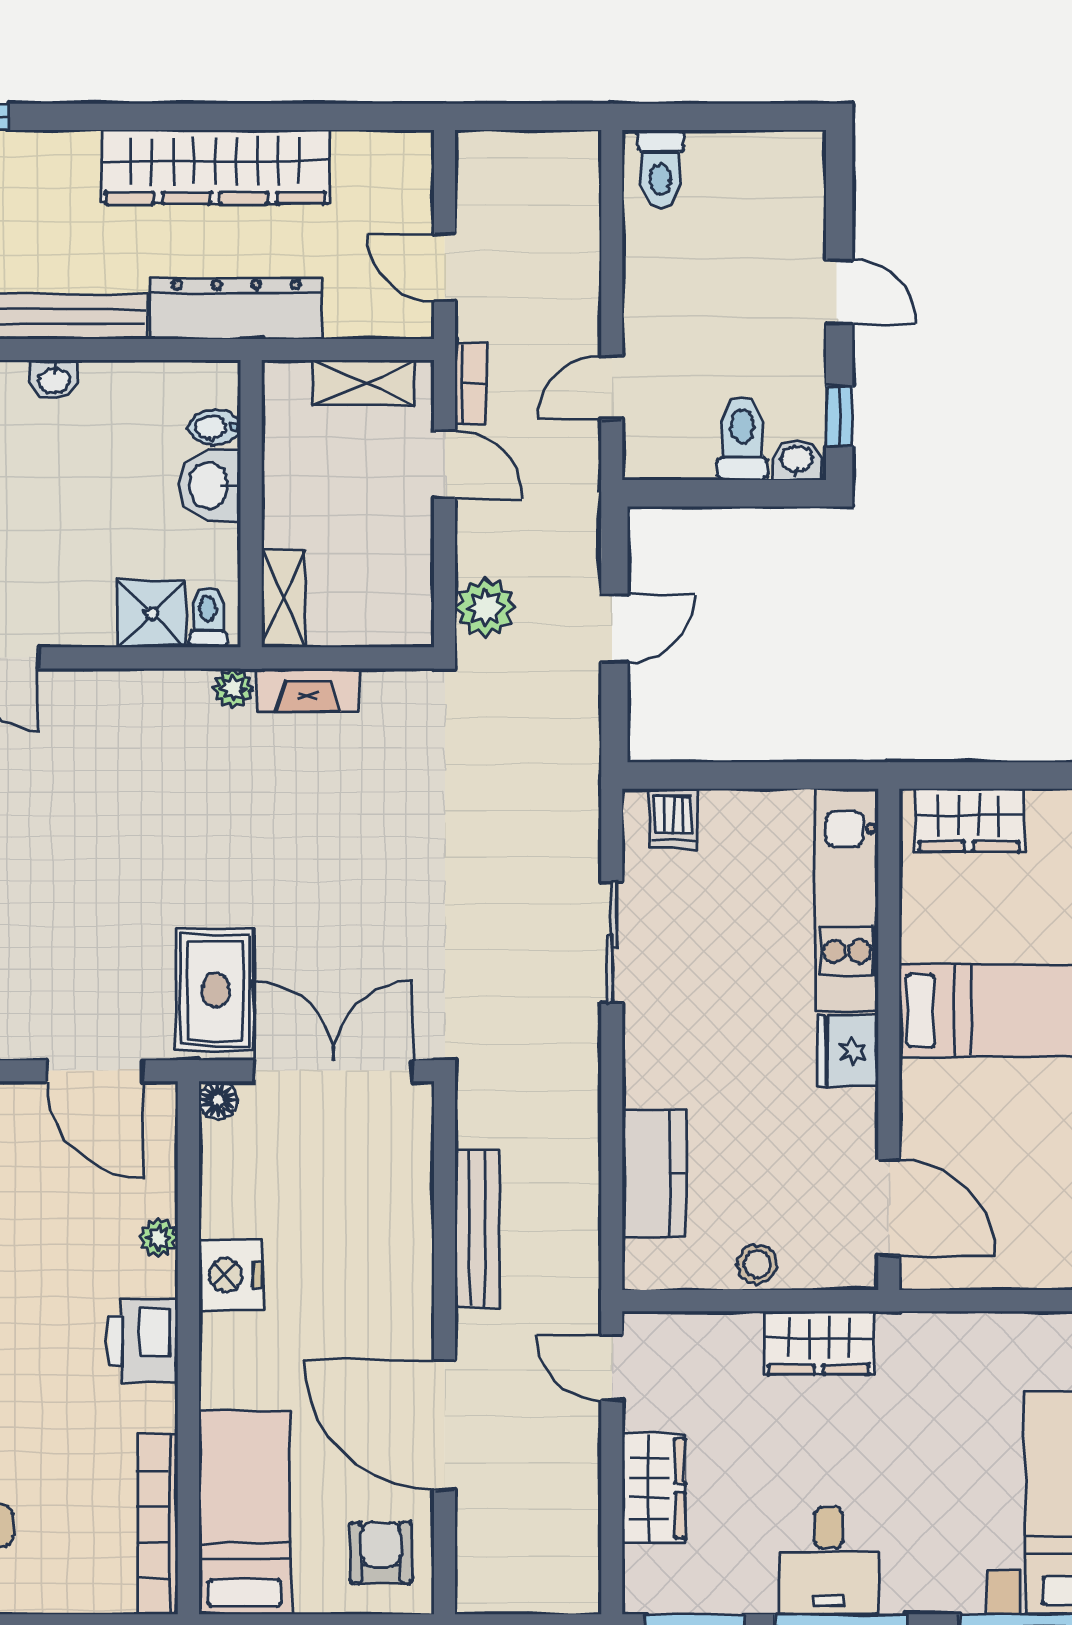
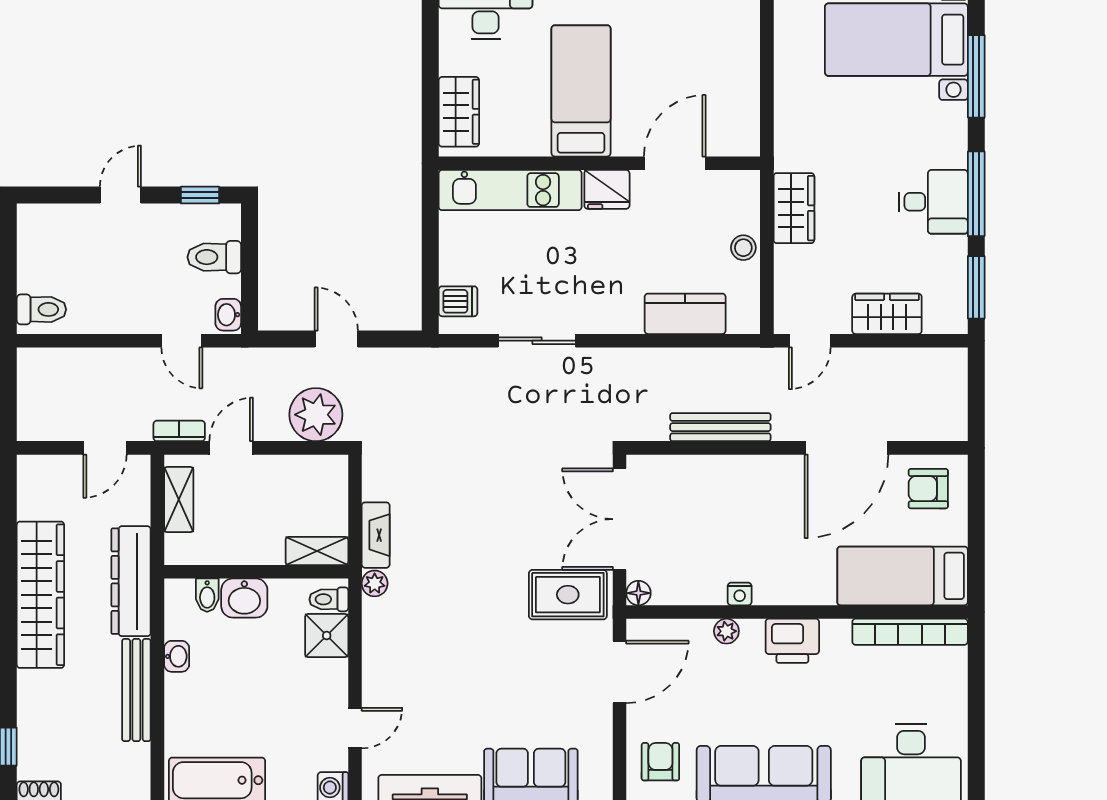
washbasin: (54, 379) -> (177, 656), moved
washbasin: (797, 460) -> (228, 315), moved
plant: (485, 608) -> (316, 415), width x1.36, depth x1.36
door: (889, 1208) -> (675, 163), moved
nightstand: (230, 1275) -> (740, 594), width x0.53, depth x0.56

